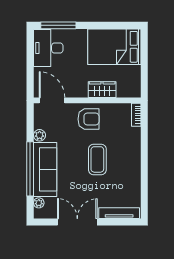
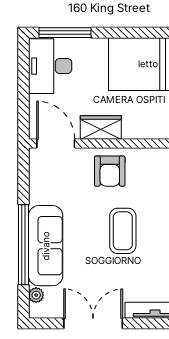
wardrobe: (102, 90) -> (101, 128), moved
armchair: (89, 119) -> (110, 171), turned 90
plant: (40, 135) -> (37, 195), removed

